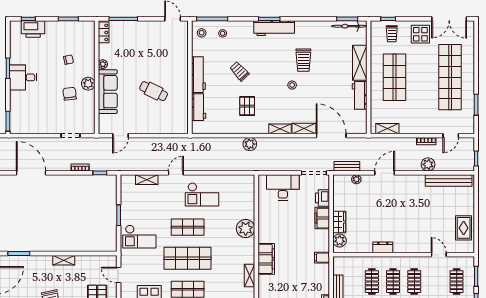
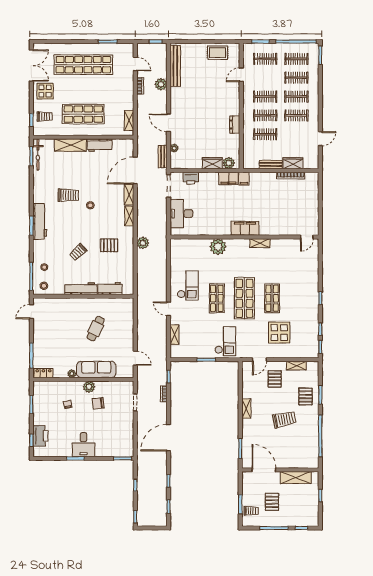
filing cabinet: (322, 218) -> (228, 178), moved

